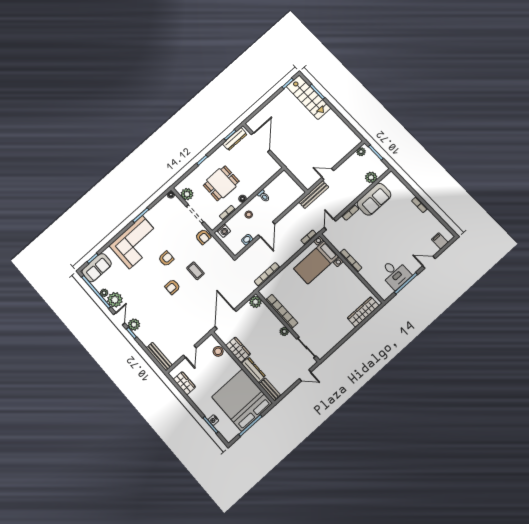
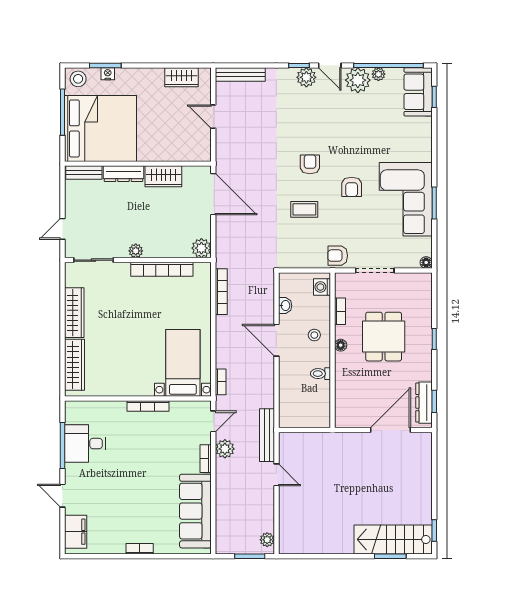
door: (261, 142) -> (391, 430), swing flipped
door: (328, 174) -> (276, 475), hinge flipped
plant: (371, 177) -> (225, 449), moved
plant: (187, 194) -> (409, 283), removed
sofa: (374, 199) -> (195, 511), width x1.36
door: (330, 224) -> (213, 421), hinge flipped
filing cabinet: (440, 241) -> (76, 532), width x2.00
corner sofa: (136, 242) -> (406, 199), moved
door: (429, 262) -> (63, 496), swing flipped
wardrobe: (339, 334) -> (74, 313), added
stool: (218, 351) -> (78, 79), moved

